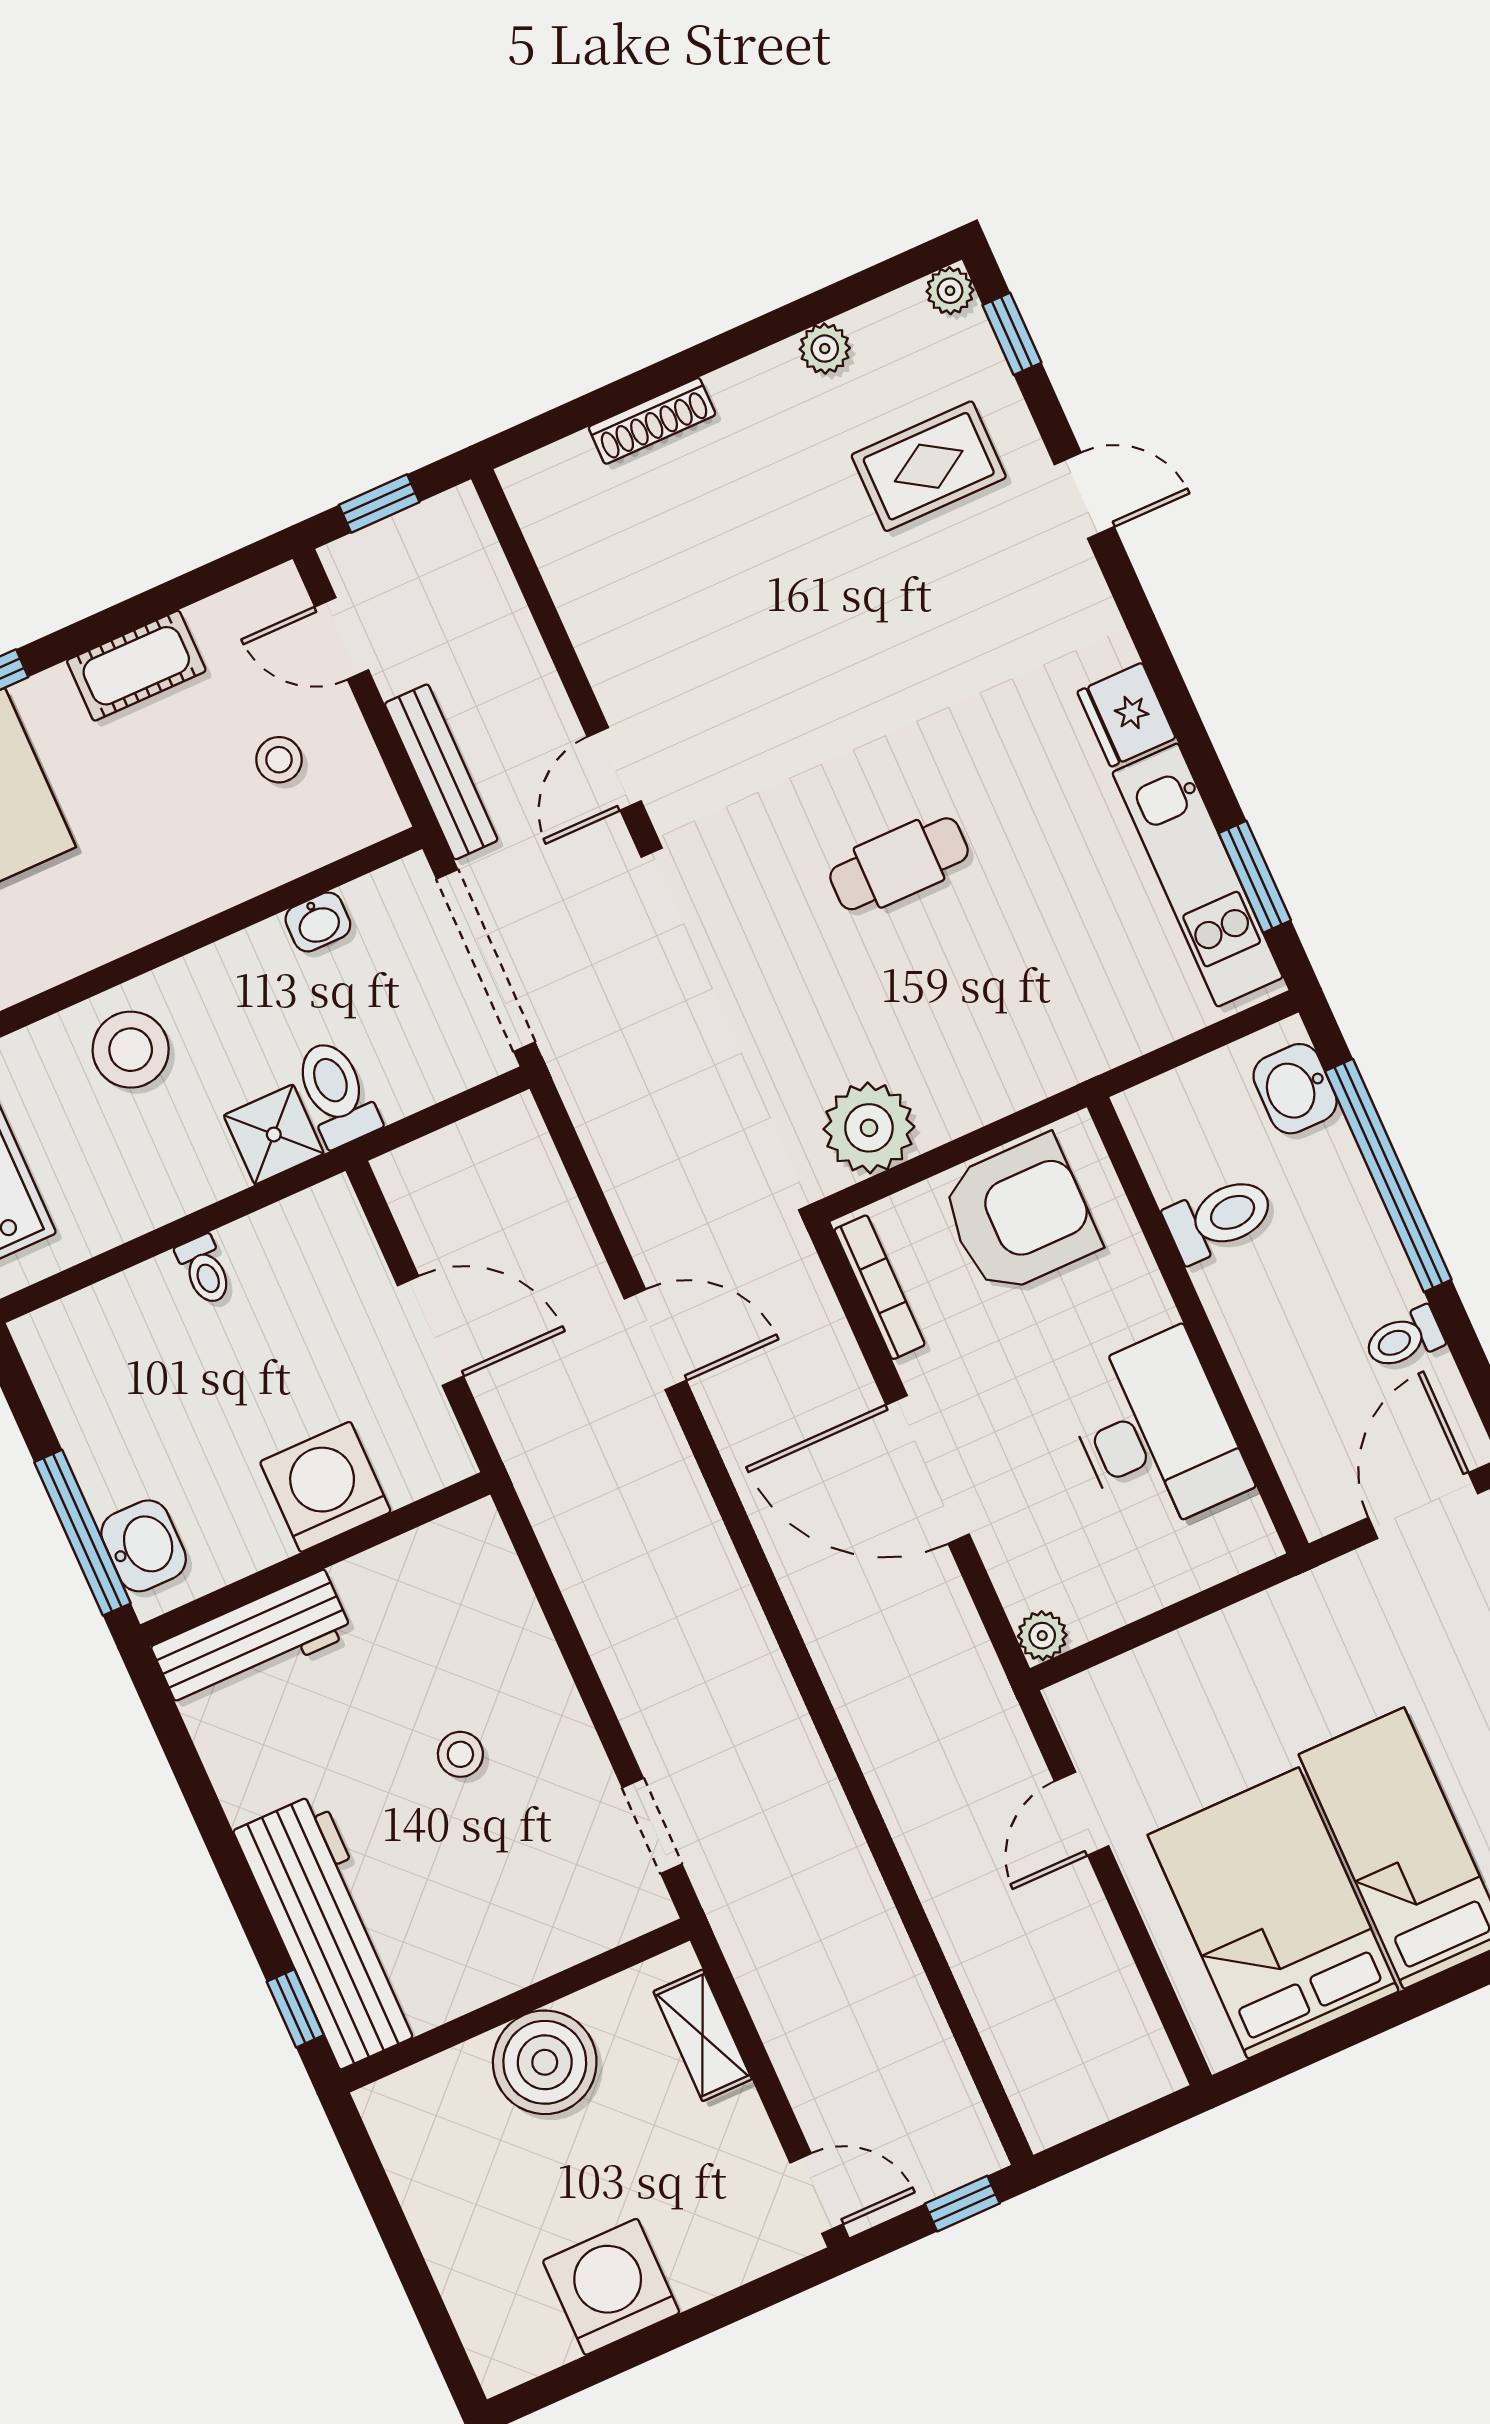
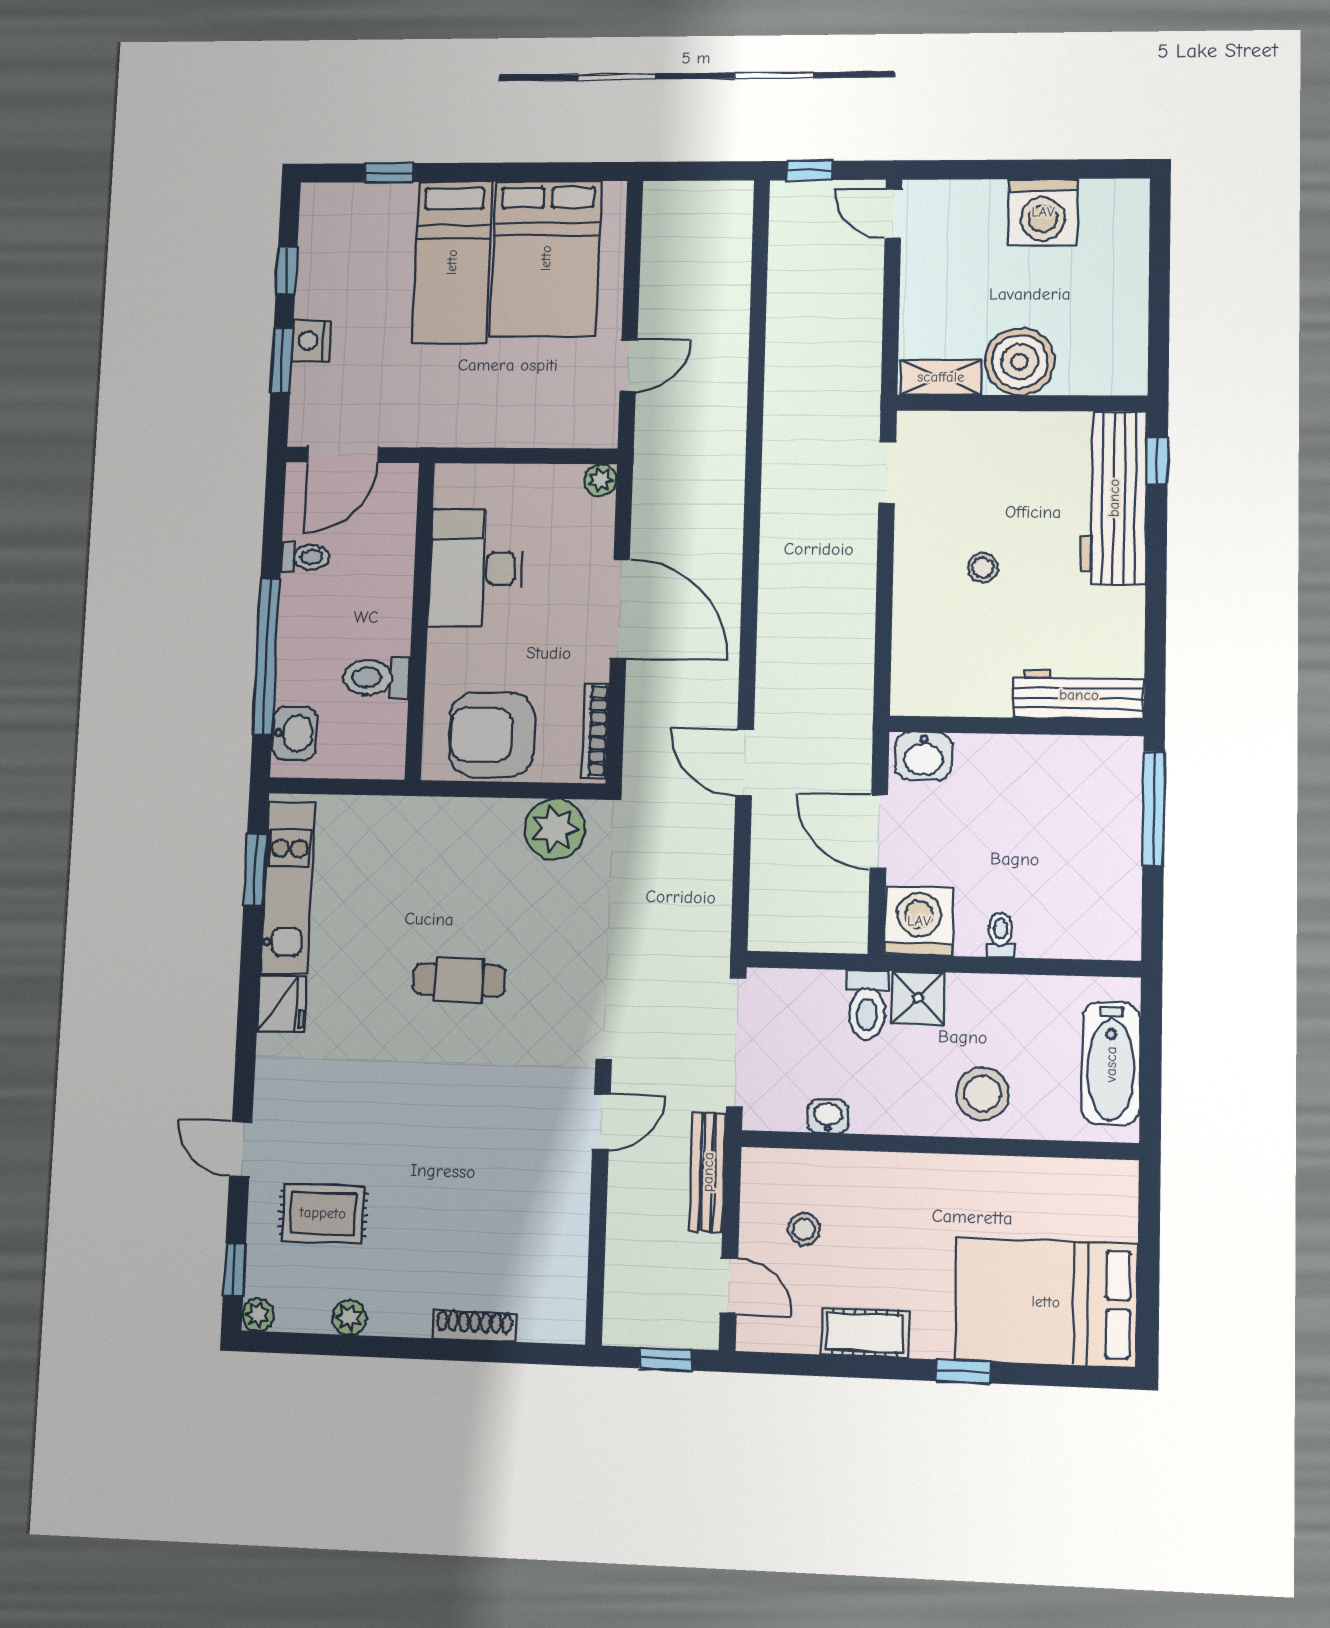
washing machine: (325, 1487) -> (919, 921), moved, turned 180
washbasin: (144, 1546) -> (923, 756), moved, turned -90
shelving: (703, 2035) -> (941, 377), moved, turned 90

